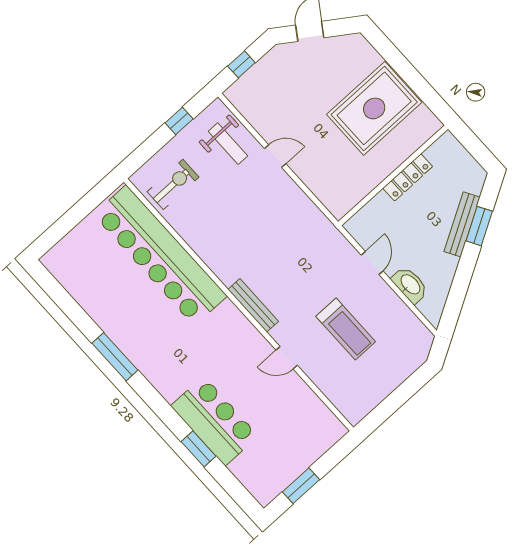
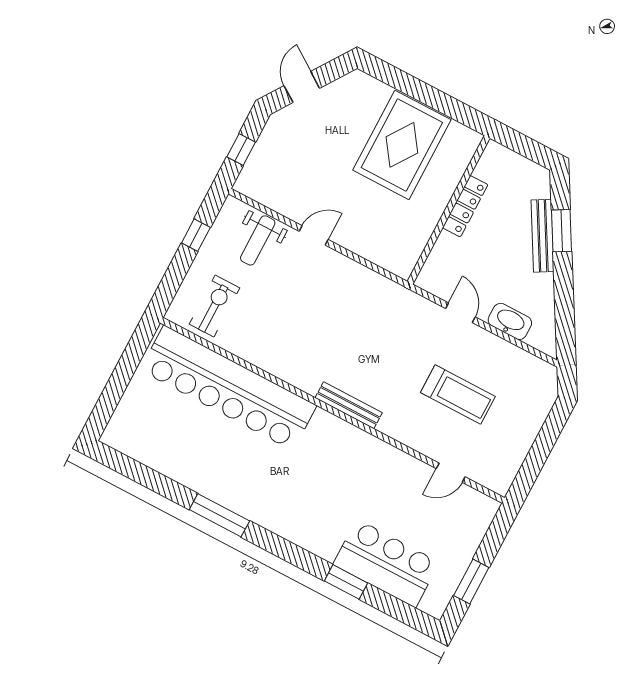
weight bench: (228, 144) -> (258, 240), turned 90
door: (287, 358) -> (451, 473), moved
bar counter: (214, 421) -> (386, 563), moved

